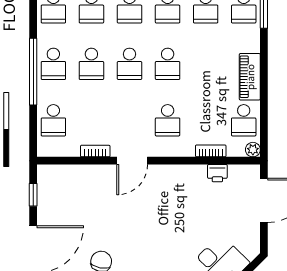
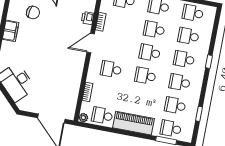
piano: (250, 77) -> (134, 123), width x1.37, depth x1.33
door: (132, 161) -> (91, 43), hinge flipped
printer: (217, 173) -> (88, 18), moved

